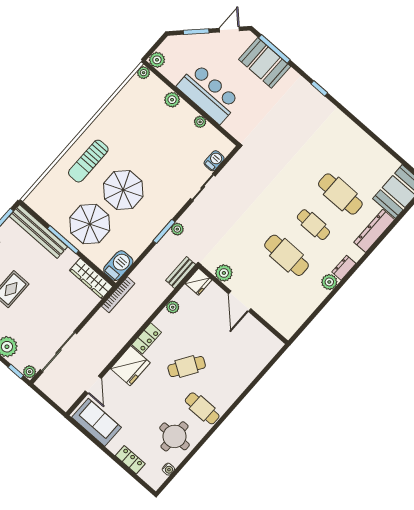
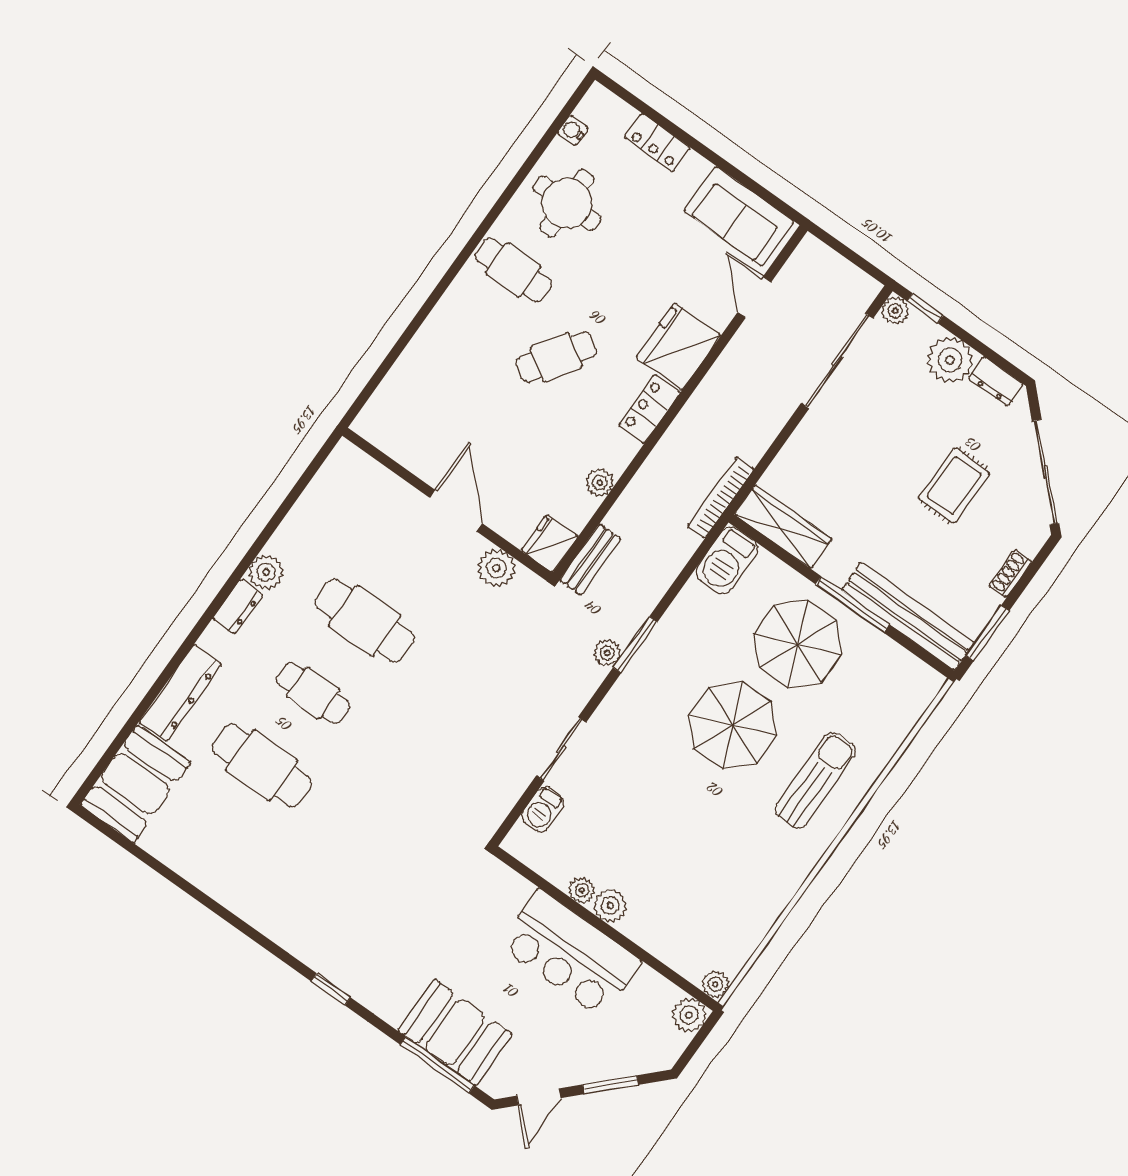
plant: (172, 100) -> (610, 906), moved

